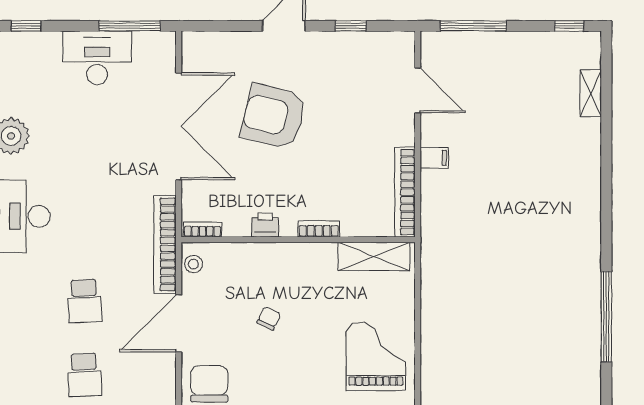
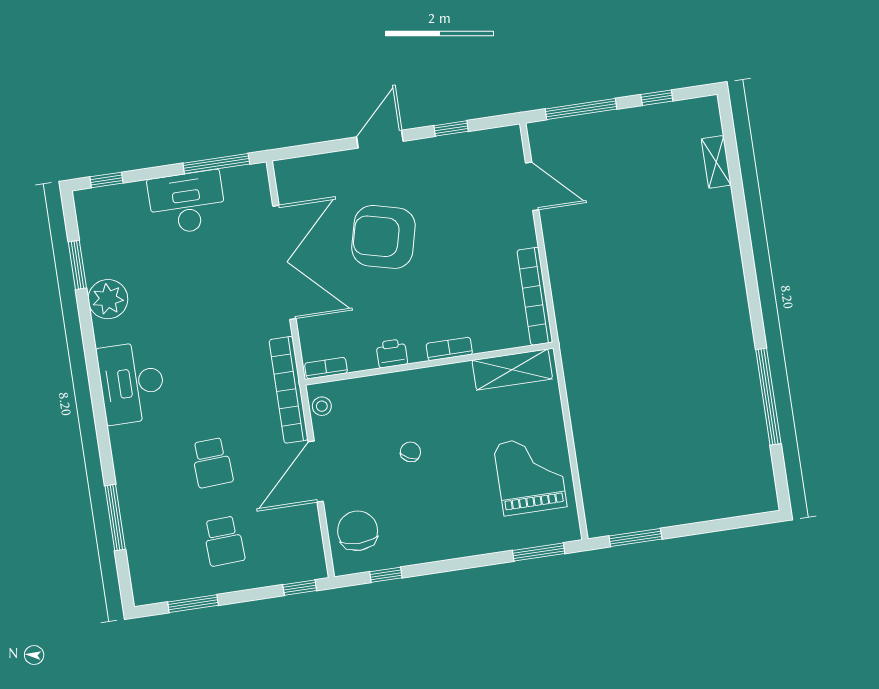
window: (569, 26) -> (657, 98), moved
filing cabinet: (434, 158) -> (561, 255), removed

